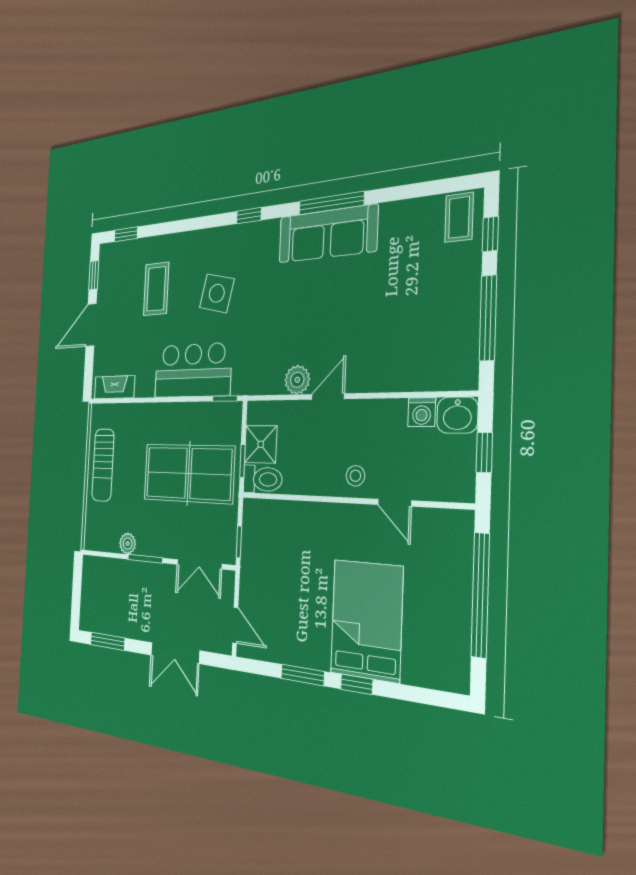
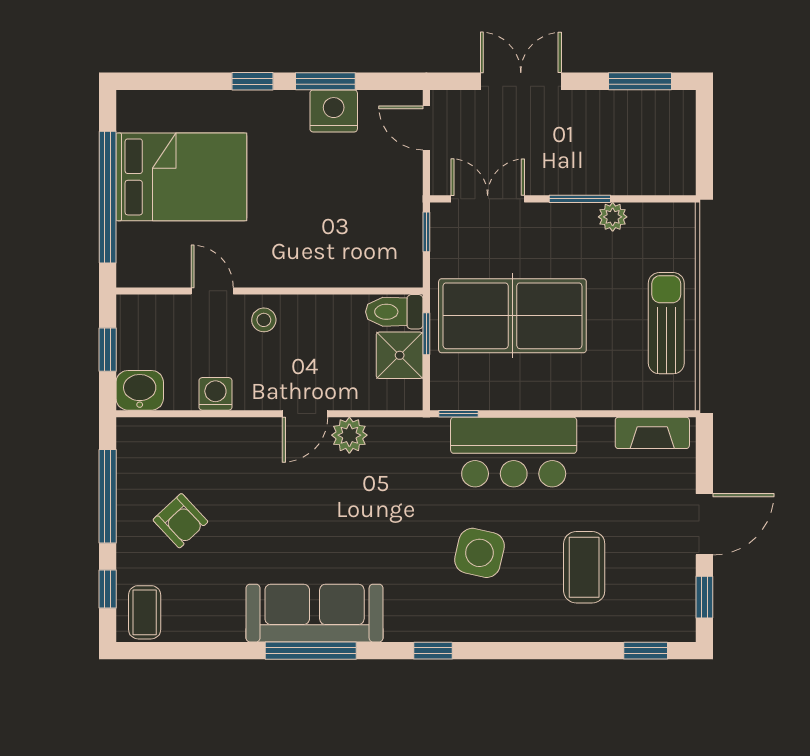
armchair: (427, 301) -> (180, 521), added
washing machine: (422, 412) -> (215, 394), moved
bed: (367, 620) -> (181, 177), moved, turned -90
nightstand: (298, 649) -> (334, 111), added

